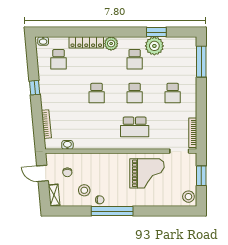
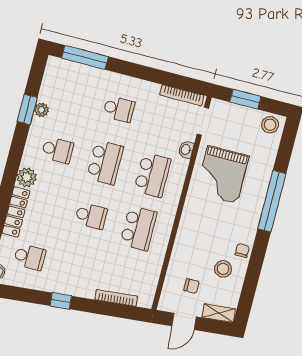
plant: (154, 46) -> (41, 110), width x0.53, depth x0.53
school desk: (135, 93) -> (105, 162), width x1.85
school desk: (97, 127) -> (138, 228), added
washbasin: (67, 145) -> (186, 150), moved
grand piano: (147, 173) -> (222, 174), turned 180
window: (112, 211) -> (272, 201), moved

